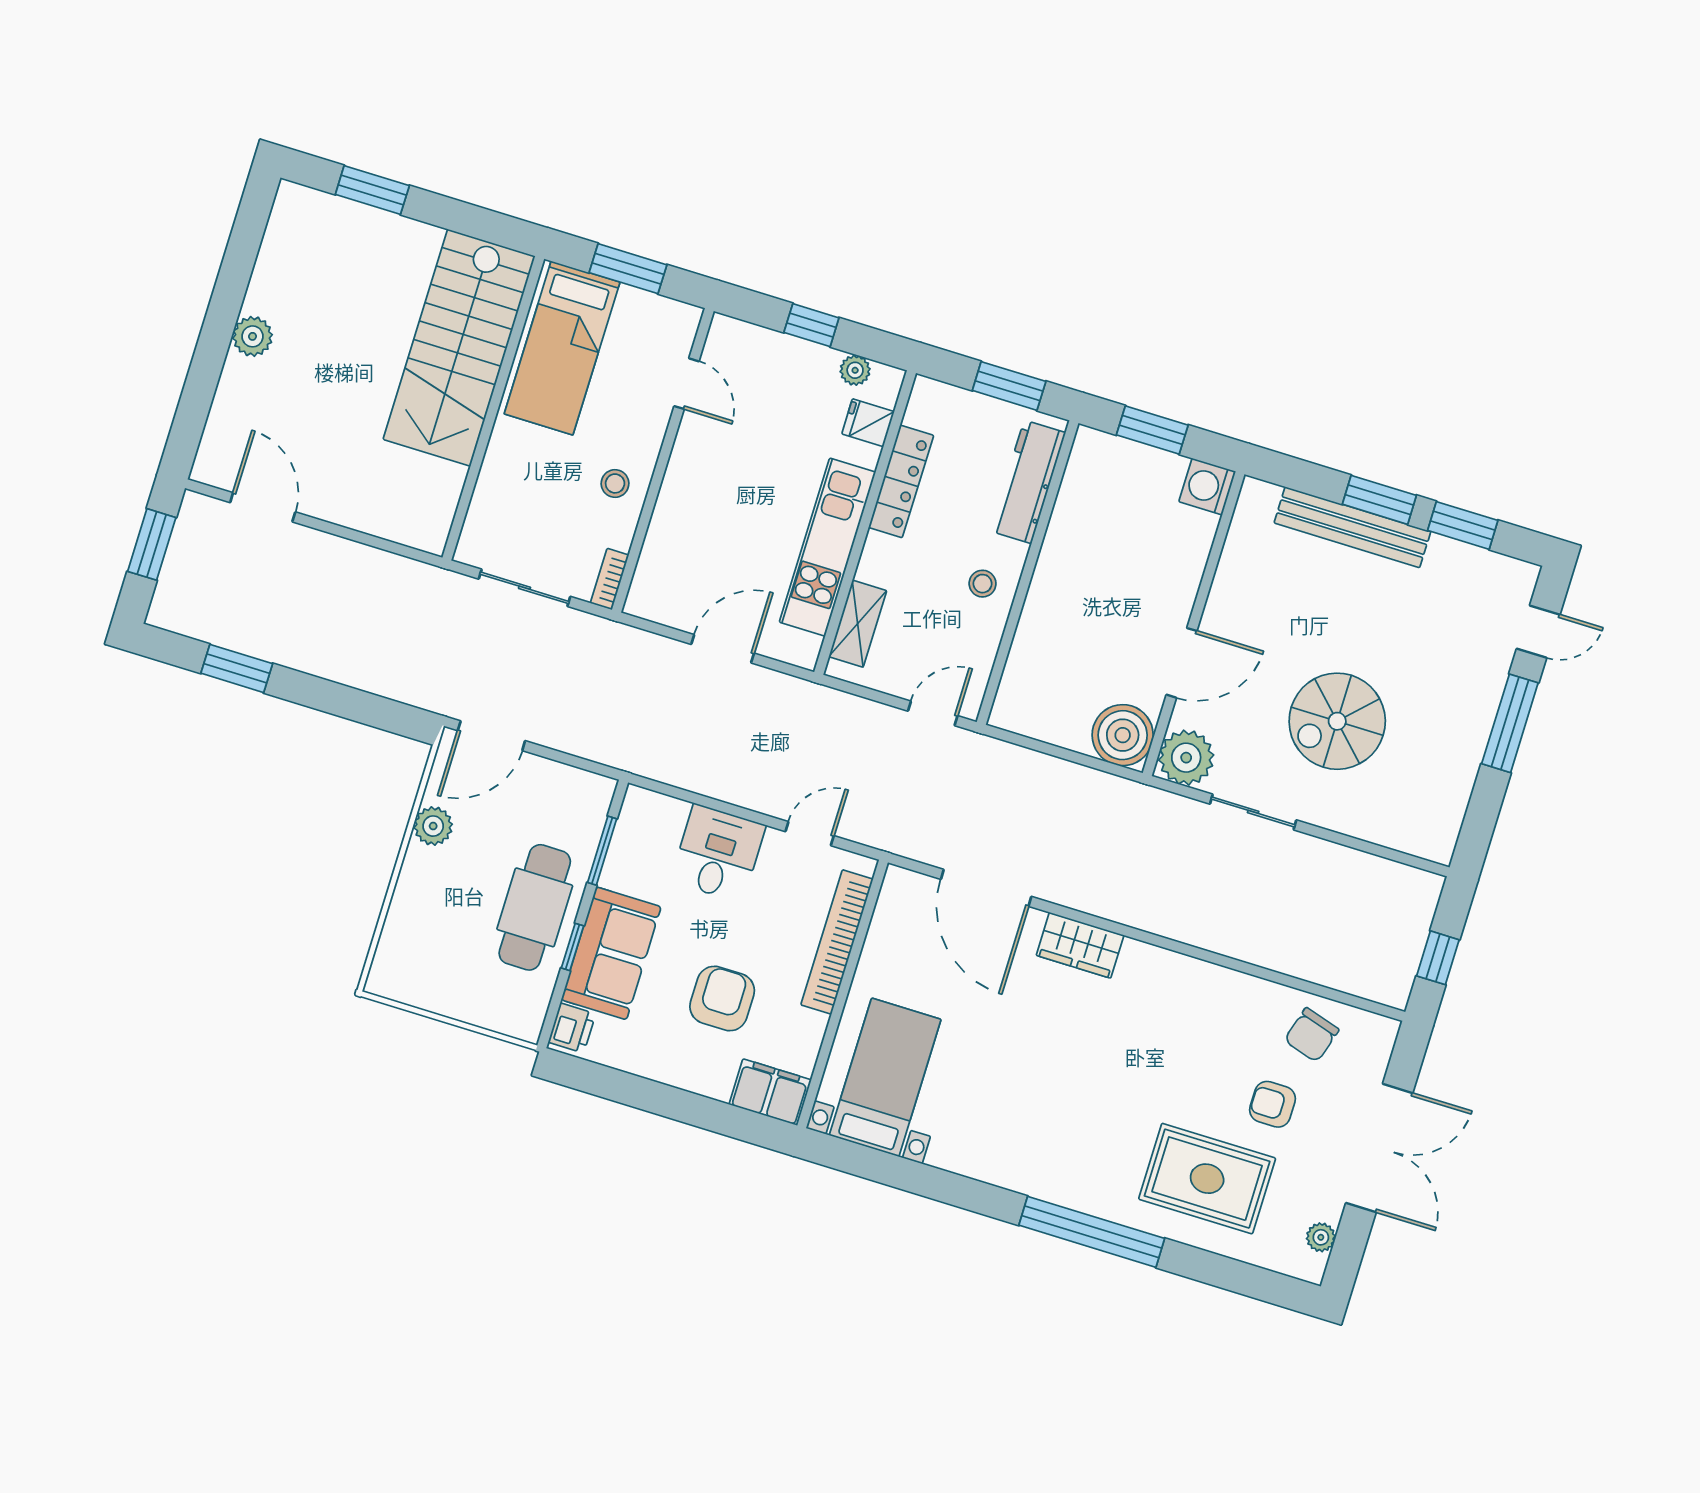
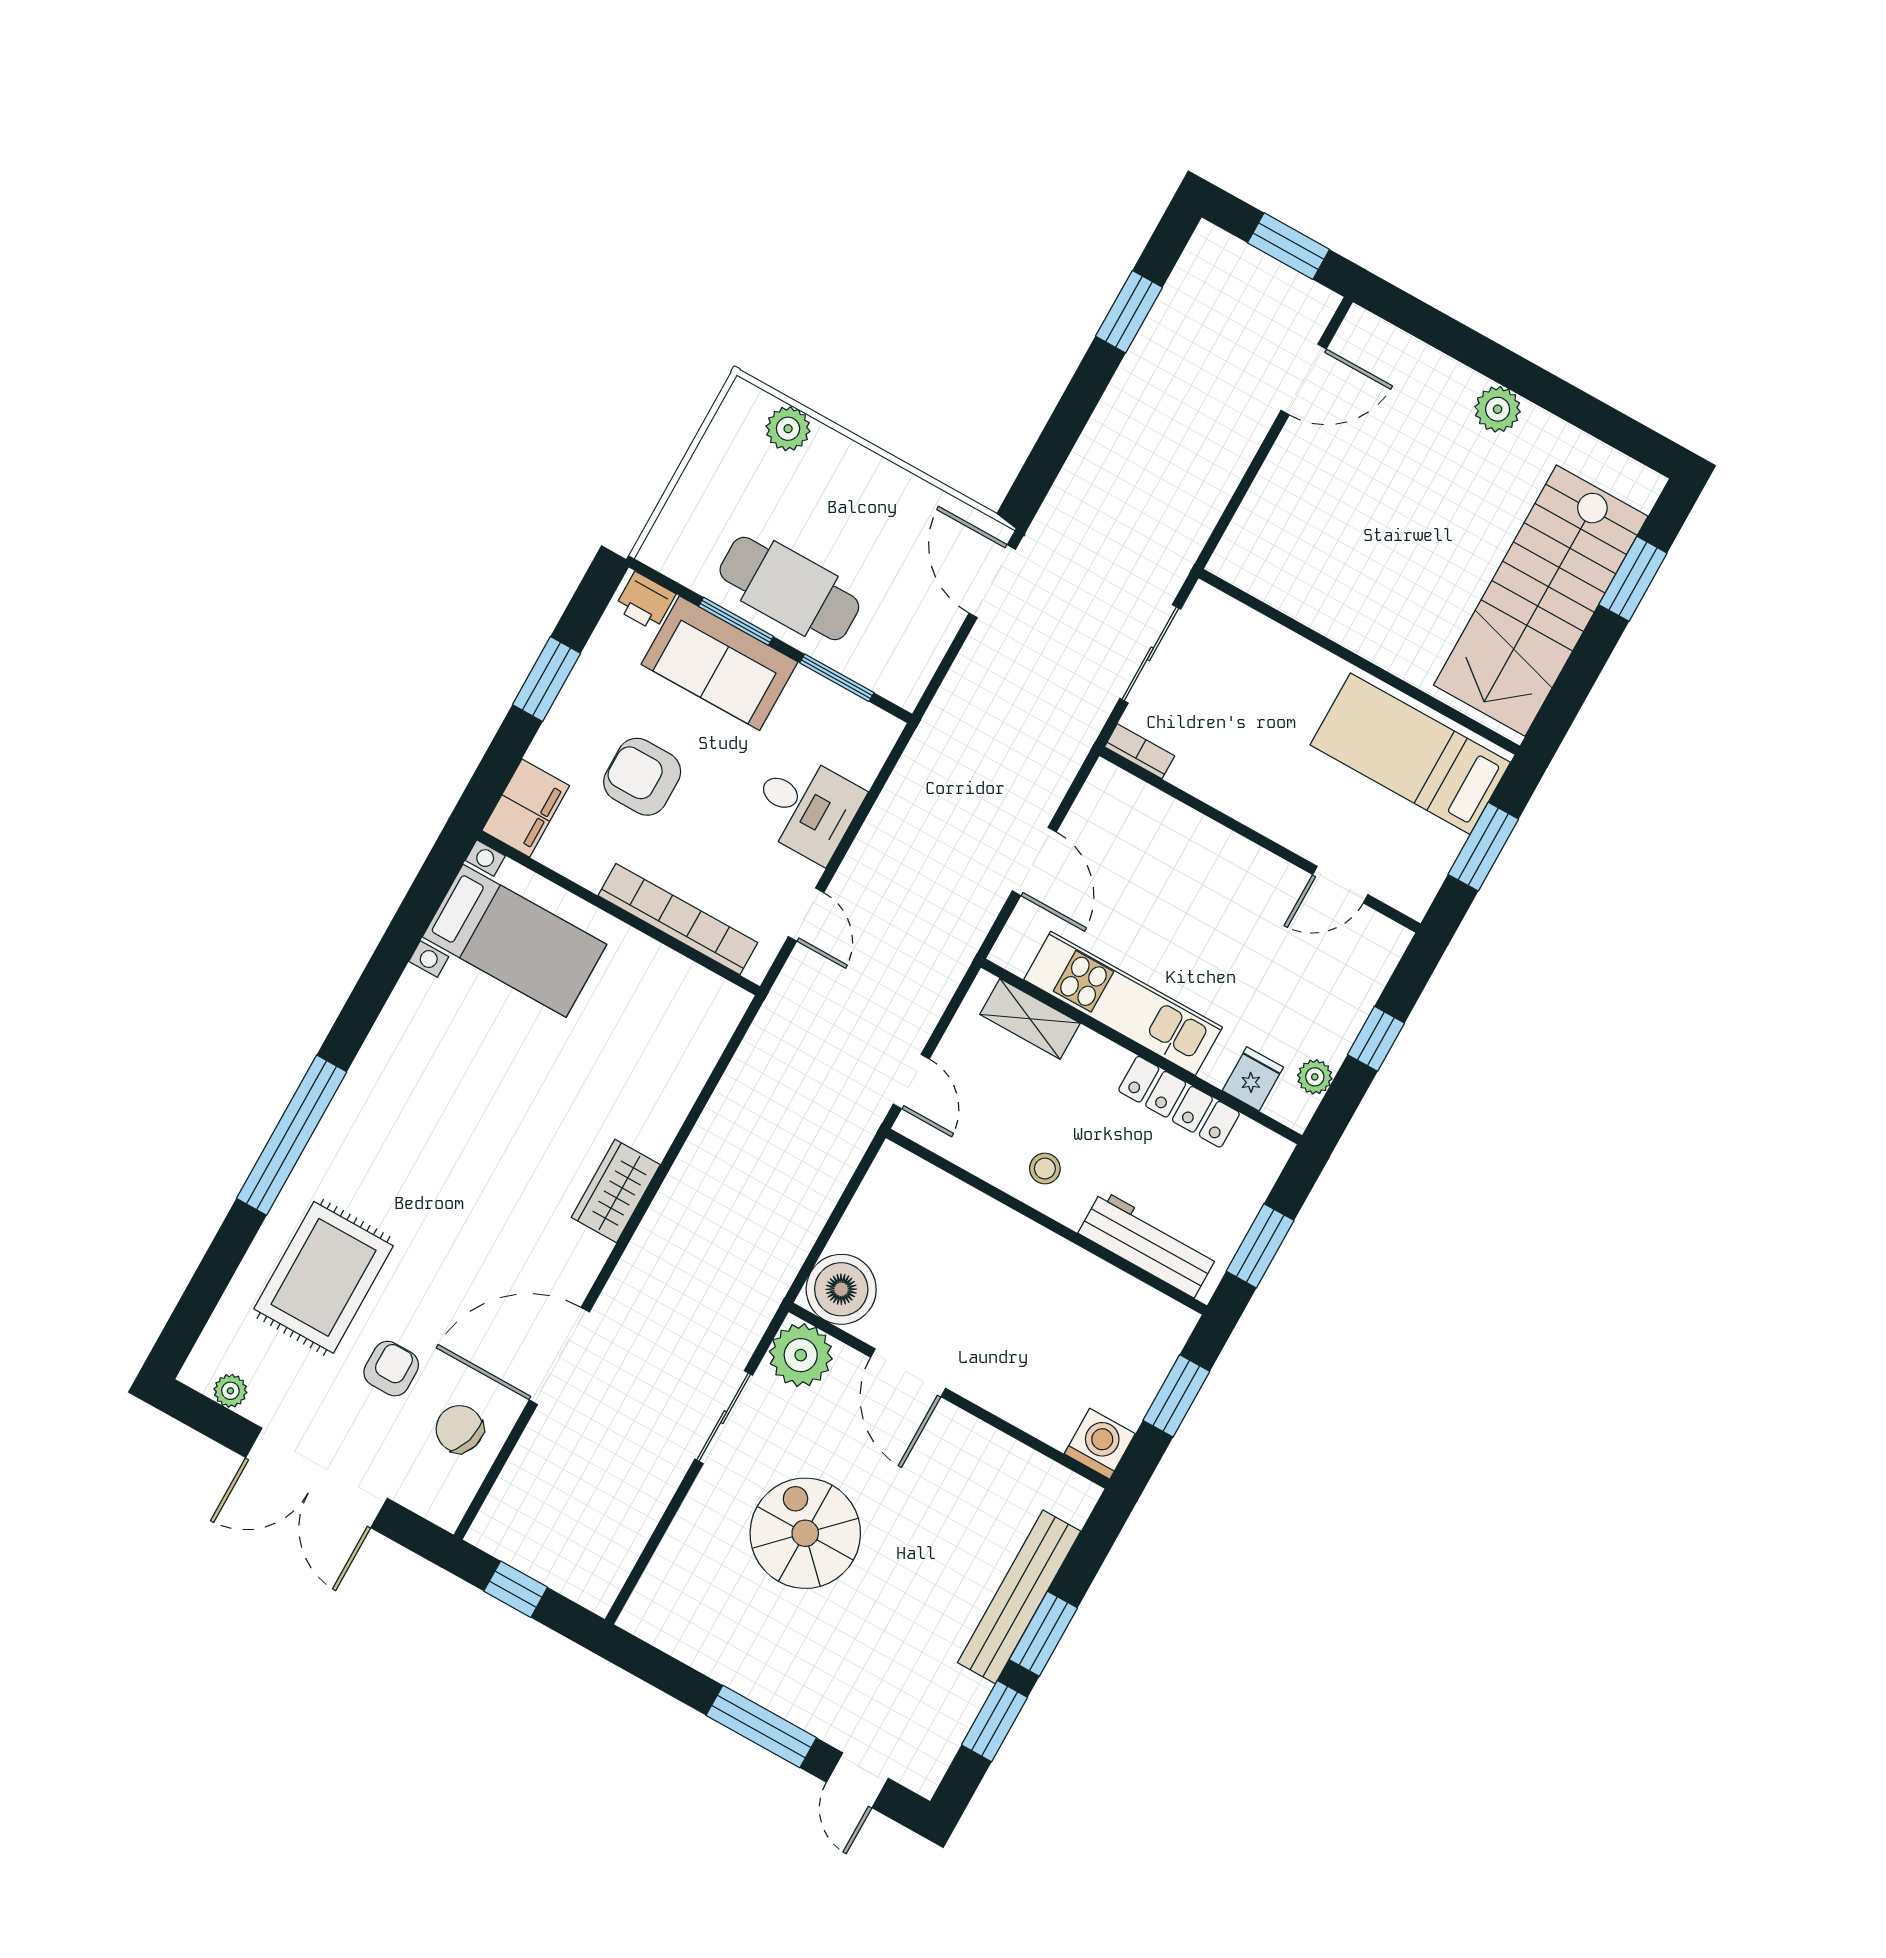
stairs: (459, 348) -> (1541, 601), moved, turned -90
stool: (615, 483) -> (1245, 780), removed
plant: (433, 826) -> (788, 429), moved
door: (986, 888) -> (559, 1356), moved
window: (573, 947) -> (736, 621), width x1.50
armchair: (722, 999) -> (642, 777), turned 180
window: (656, 1098) -> (547, 679), added

